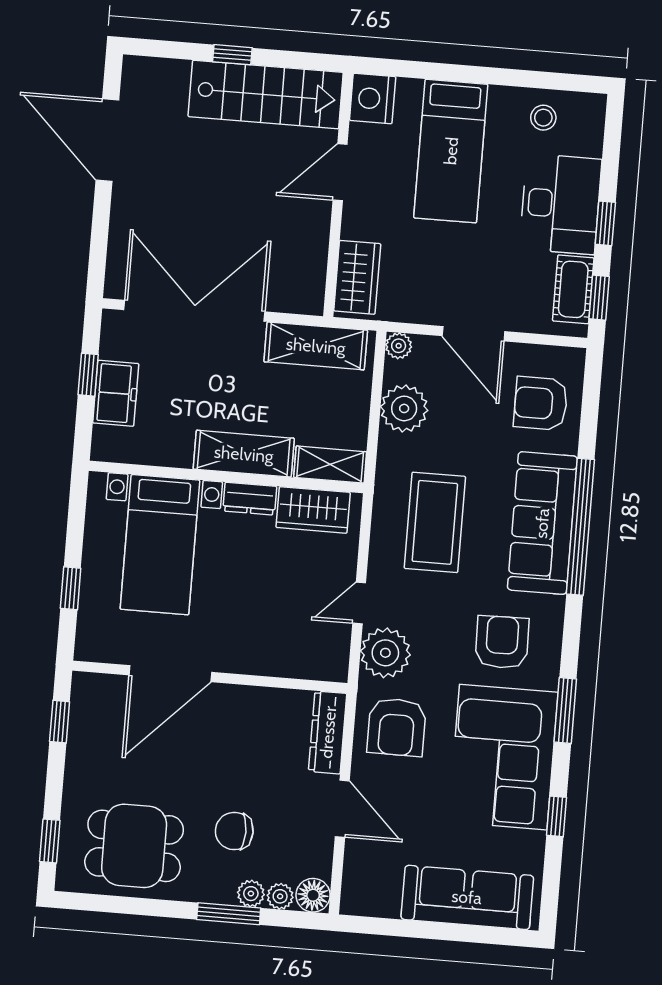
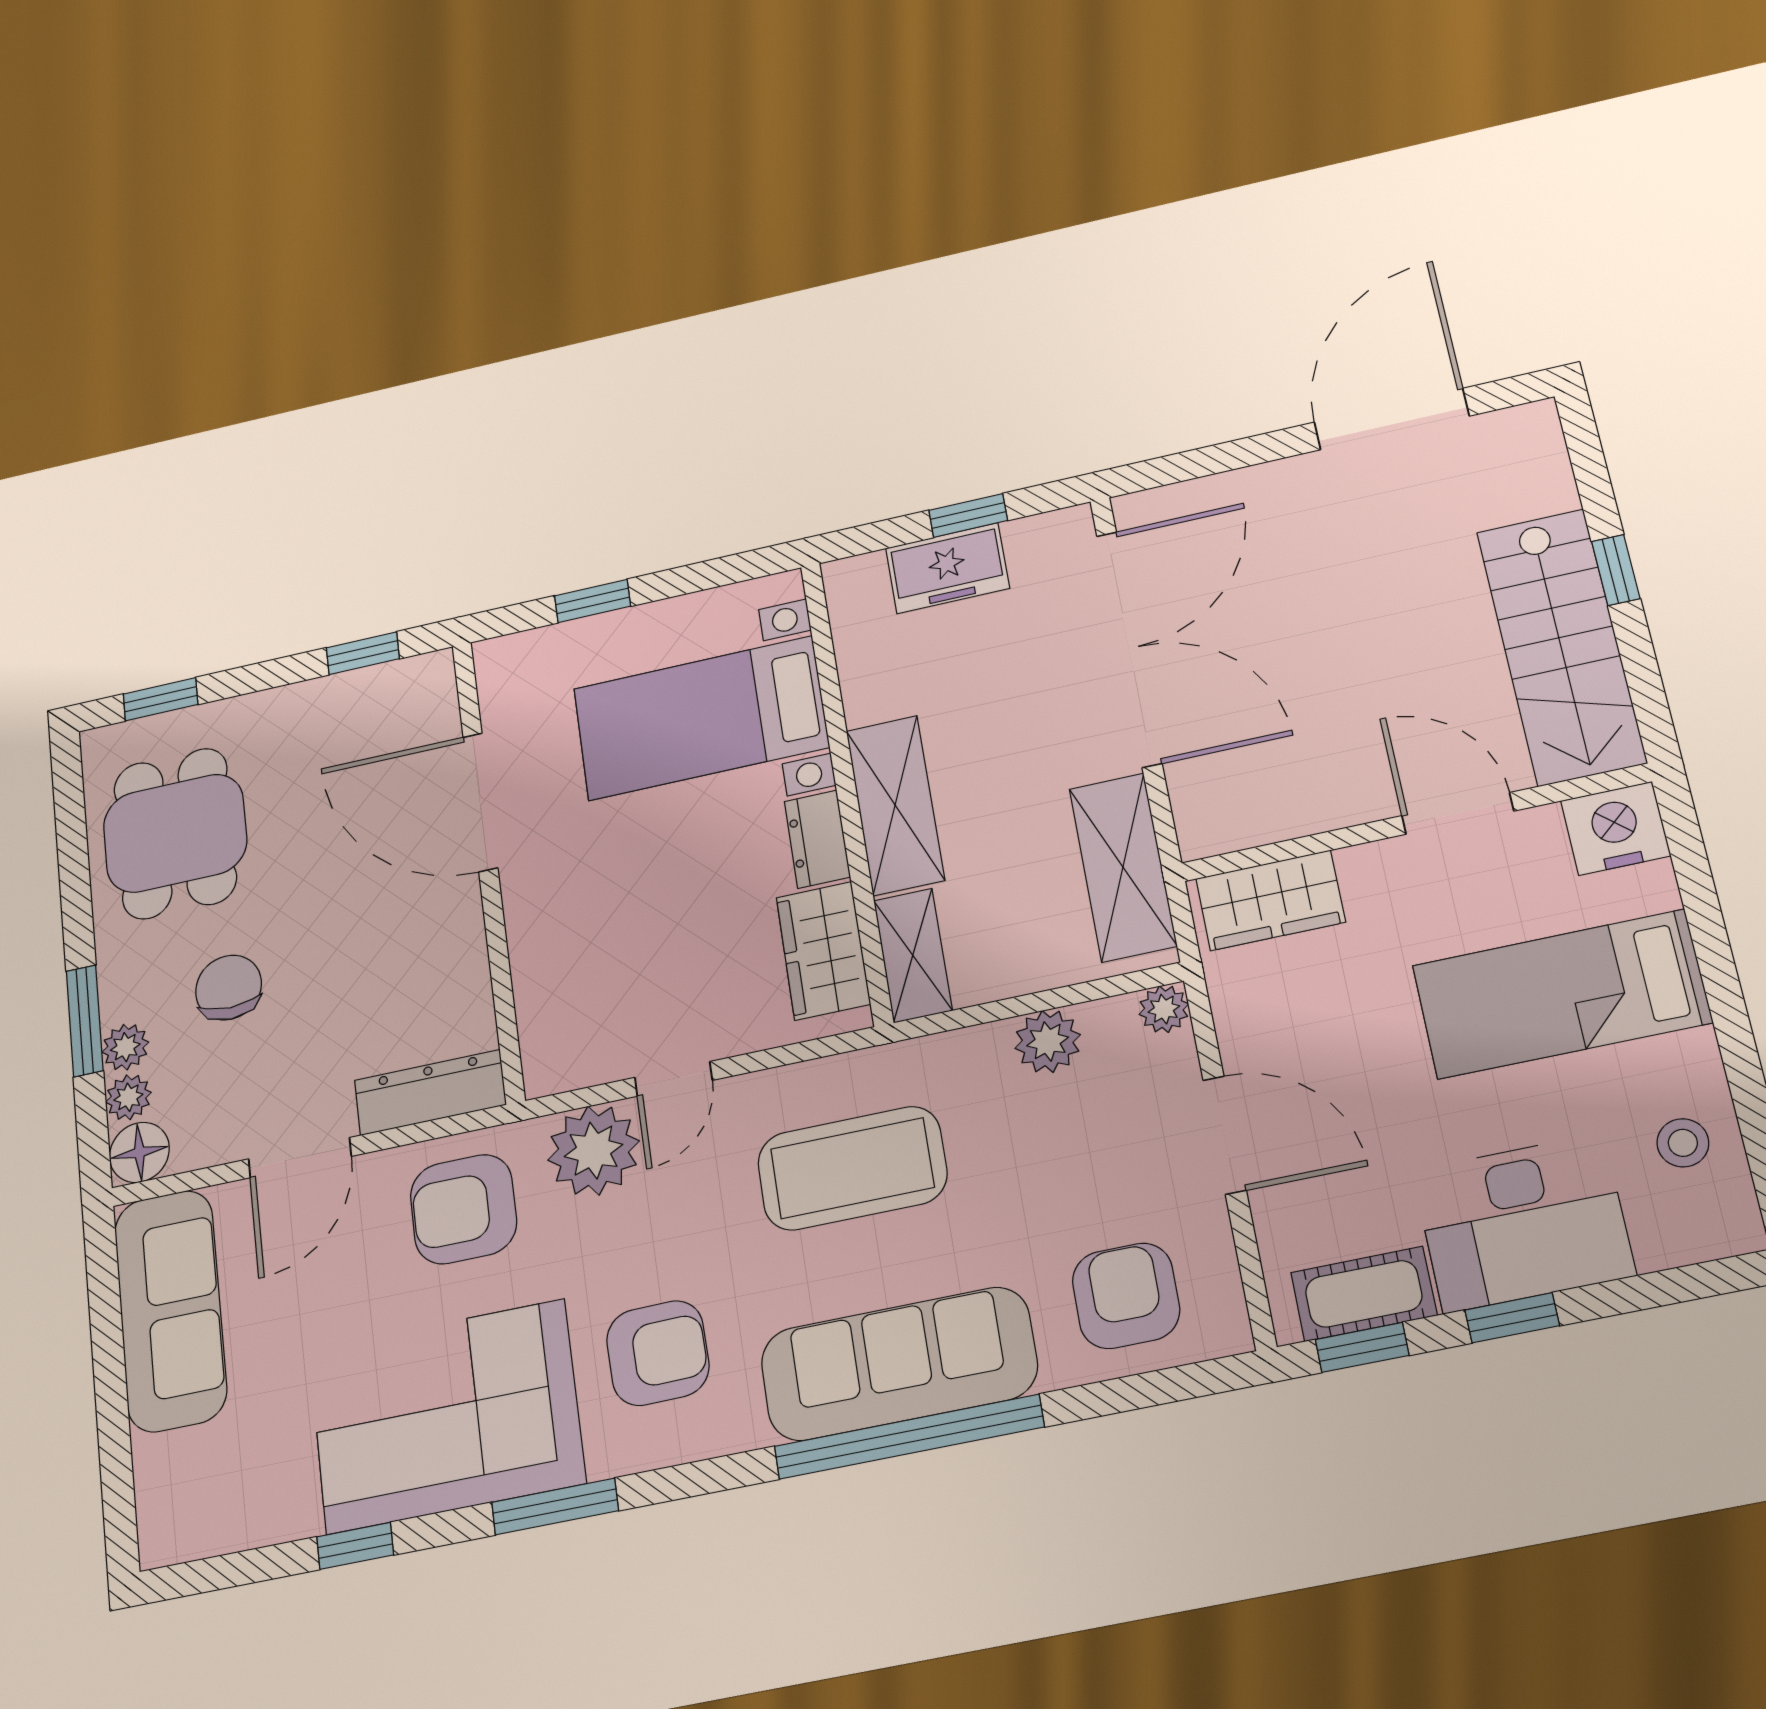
door: (473, 334) -> (1225, 1135), swing flipped
plant: (404, 408) -> (1048, 1041), width x0.73, depth x0.73
door: (359, 603) -> (673, 1079), swing flipped
sofa: (467, 897) -> (170, 1310), moved

